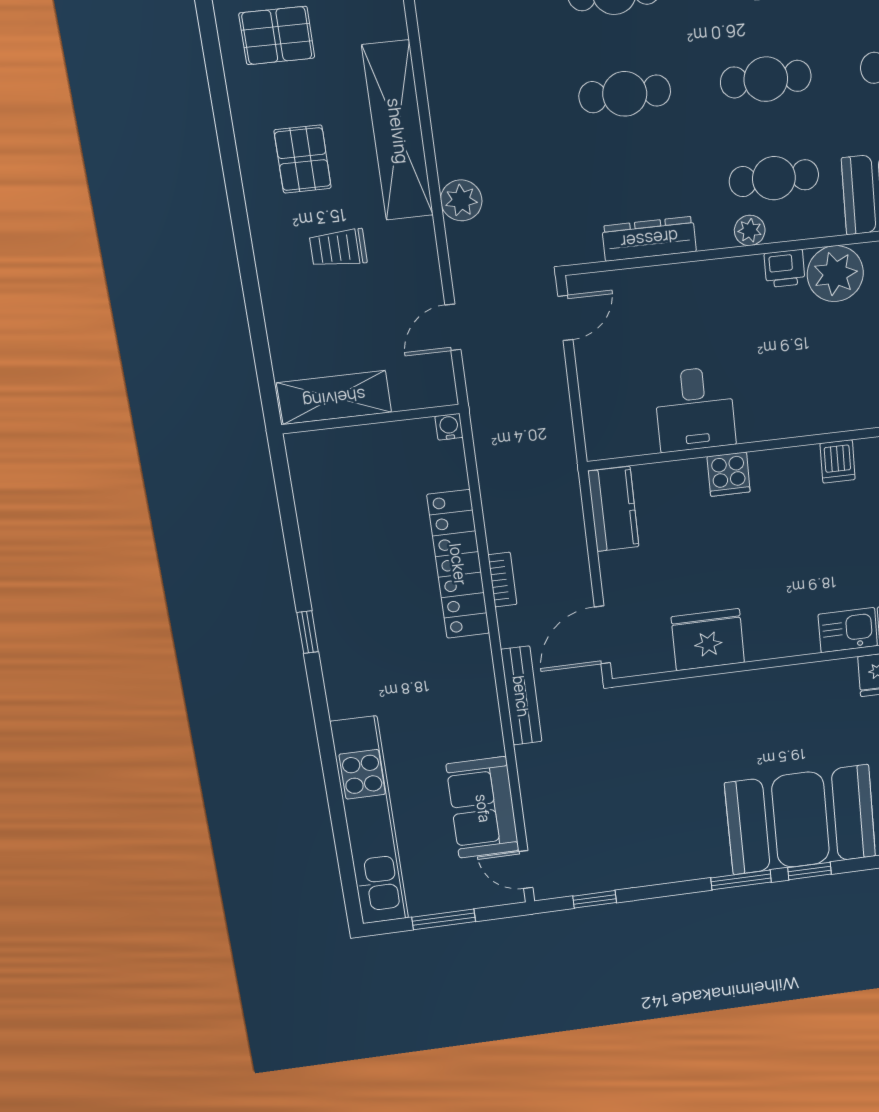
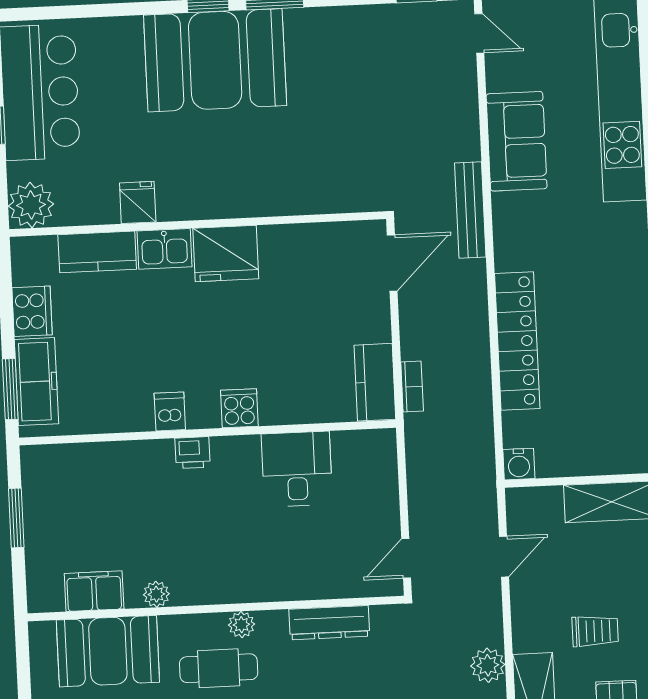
printer: (785, 269) -> (192, 453), moved, turned 180
plant: (835, 274) -> (156, 594), width x0.53, depth x0.53
water cooler: (449, 427) -> (519, 464), width x1.38, depth x1.38
cooker: (729, 474) -> (239, 408), moved
bookcase: (502, 580) -> (412, 386), moved, turned 180
fridge: (708, 640) -> (226, 254), moved
sofa: (483, 808) -> (517, 141), moved

